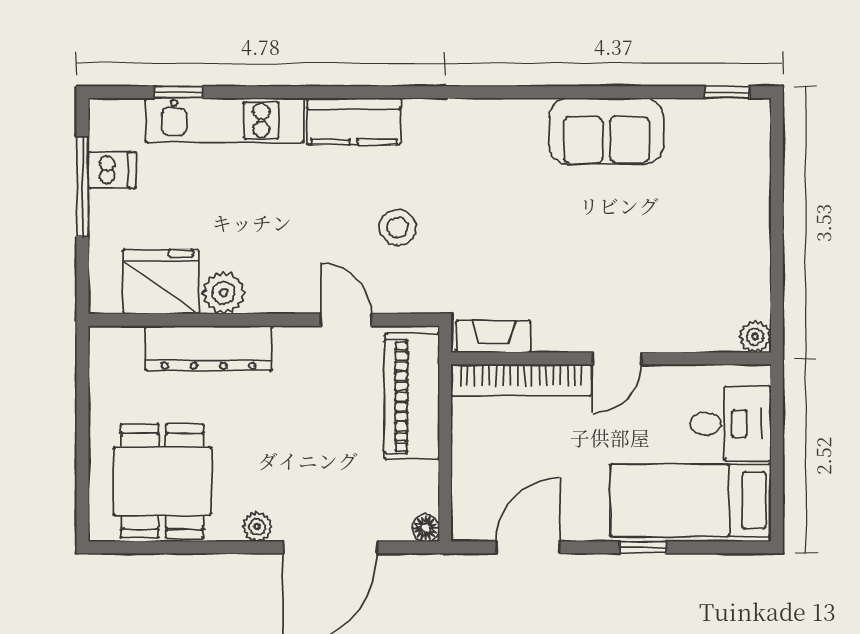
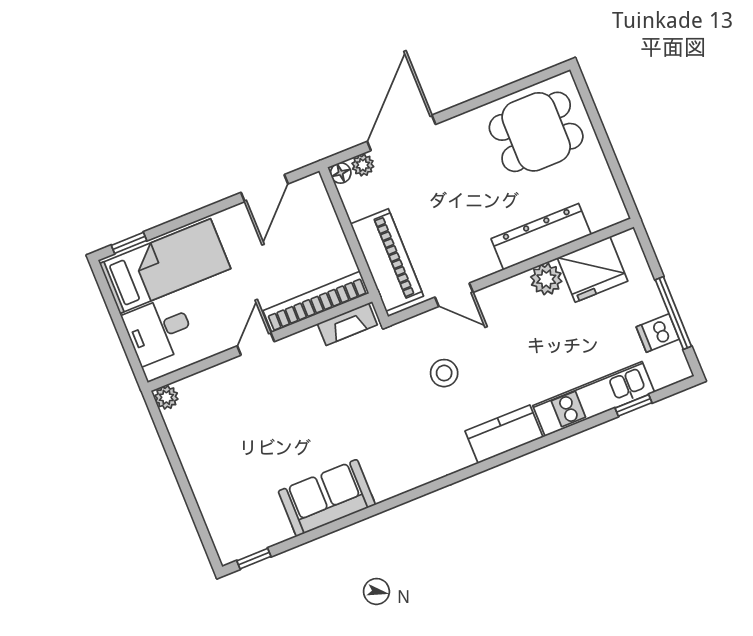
dining table: (162, 481) -> (536, 132), turned 90
plant: (257, 527) -> (363, 165), moved
window: (643, 547) -> (129, 243), moved

